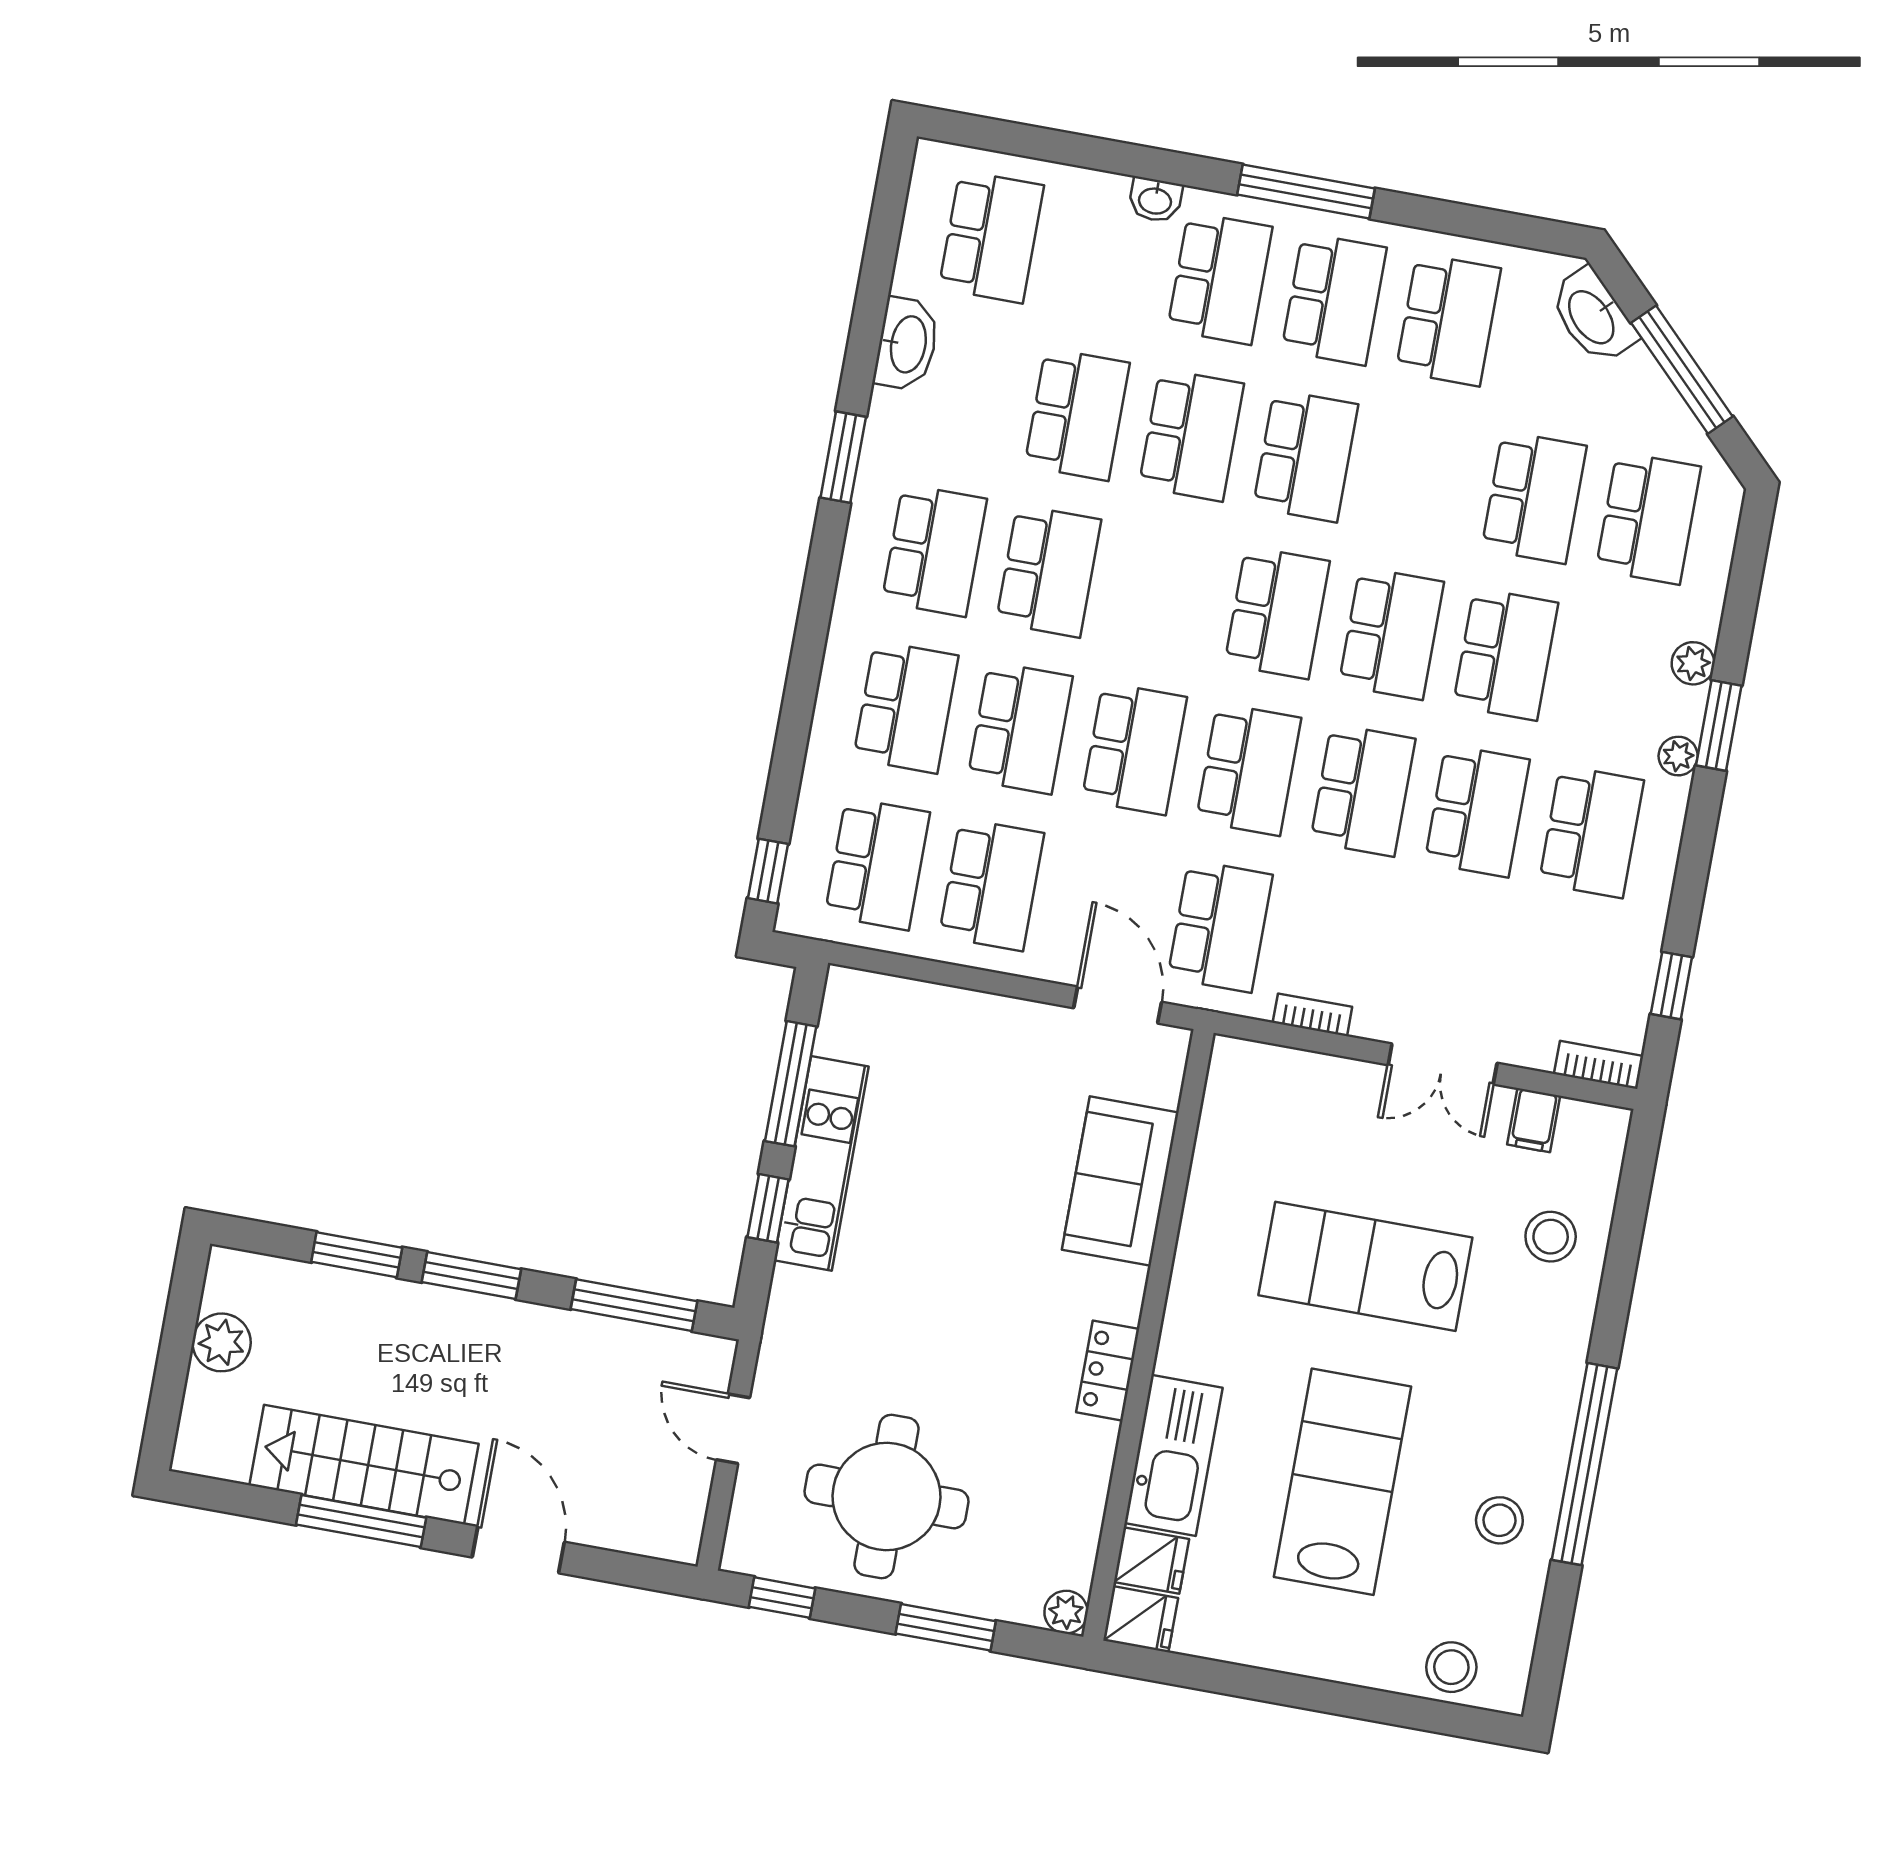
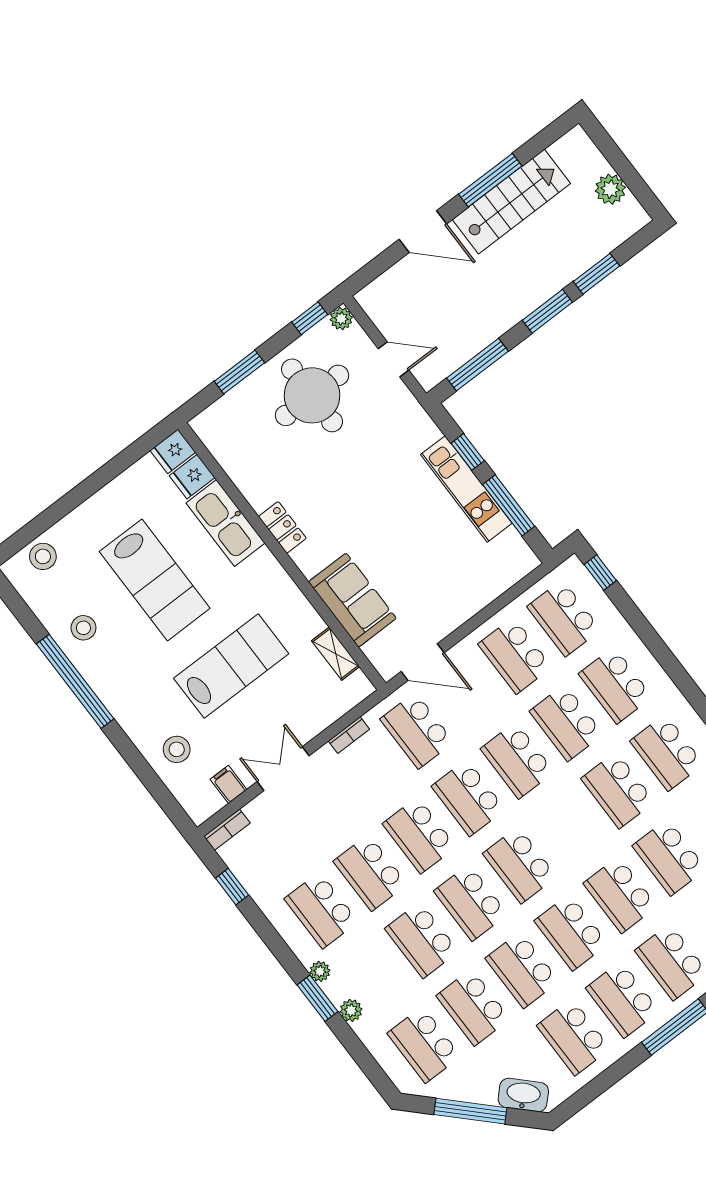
school desk: (1420, 477) -> (522, 970), added
shelving: (1216, 1137) -> (336, 654), added
plant: (1066, 1612) -> (341, 319), moved

